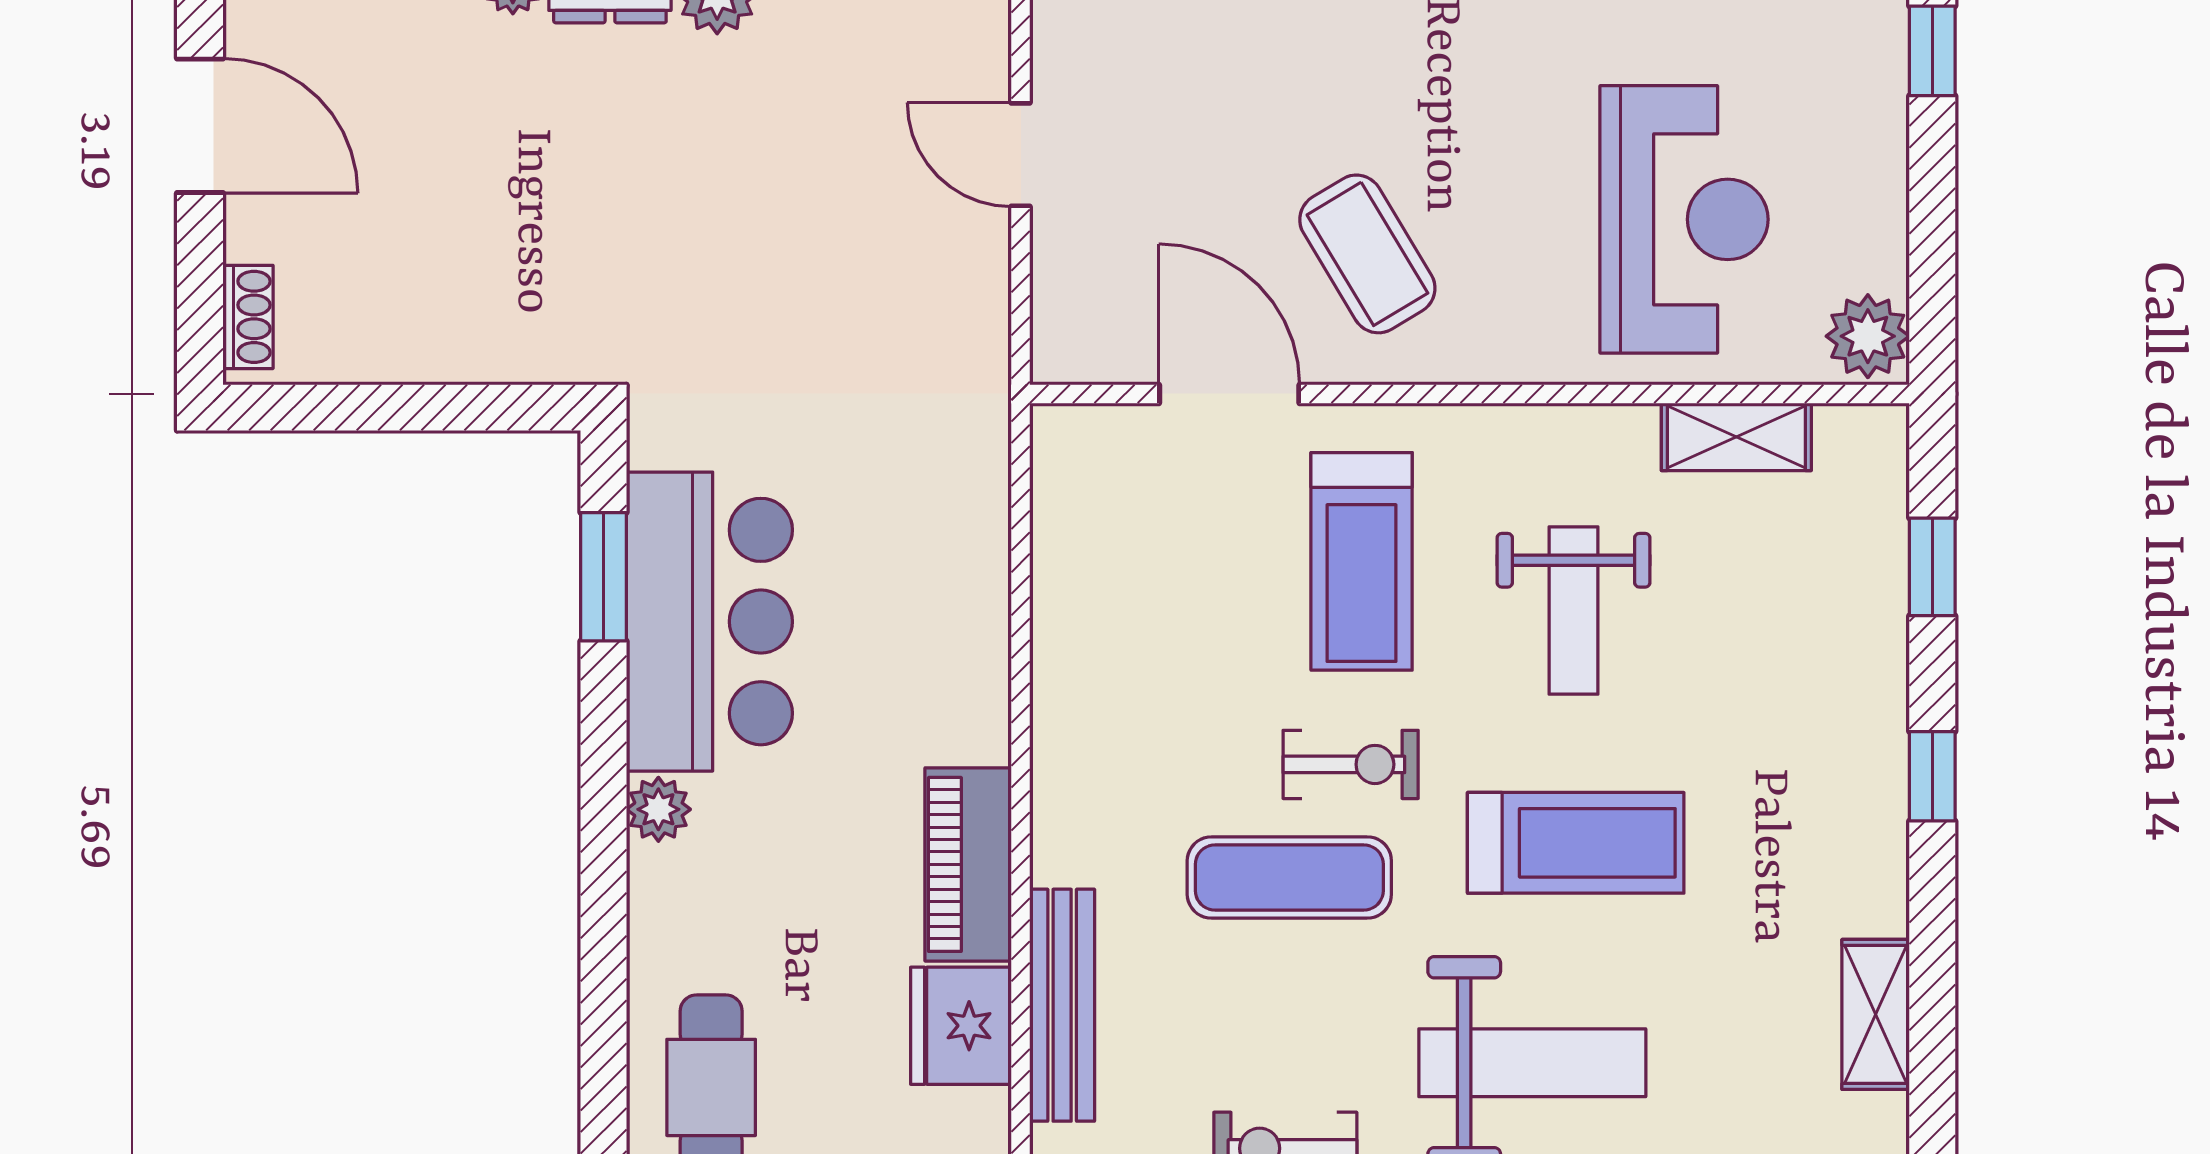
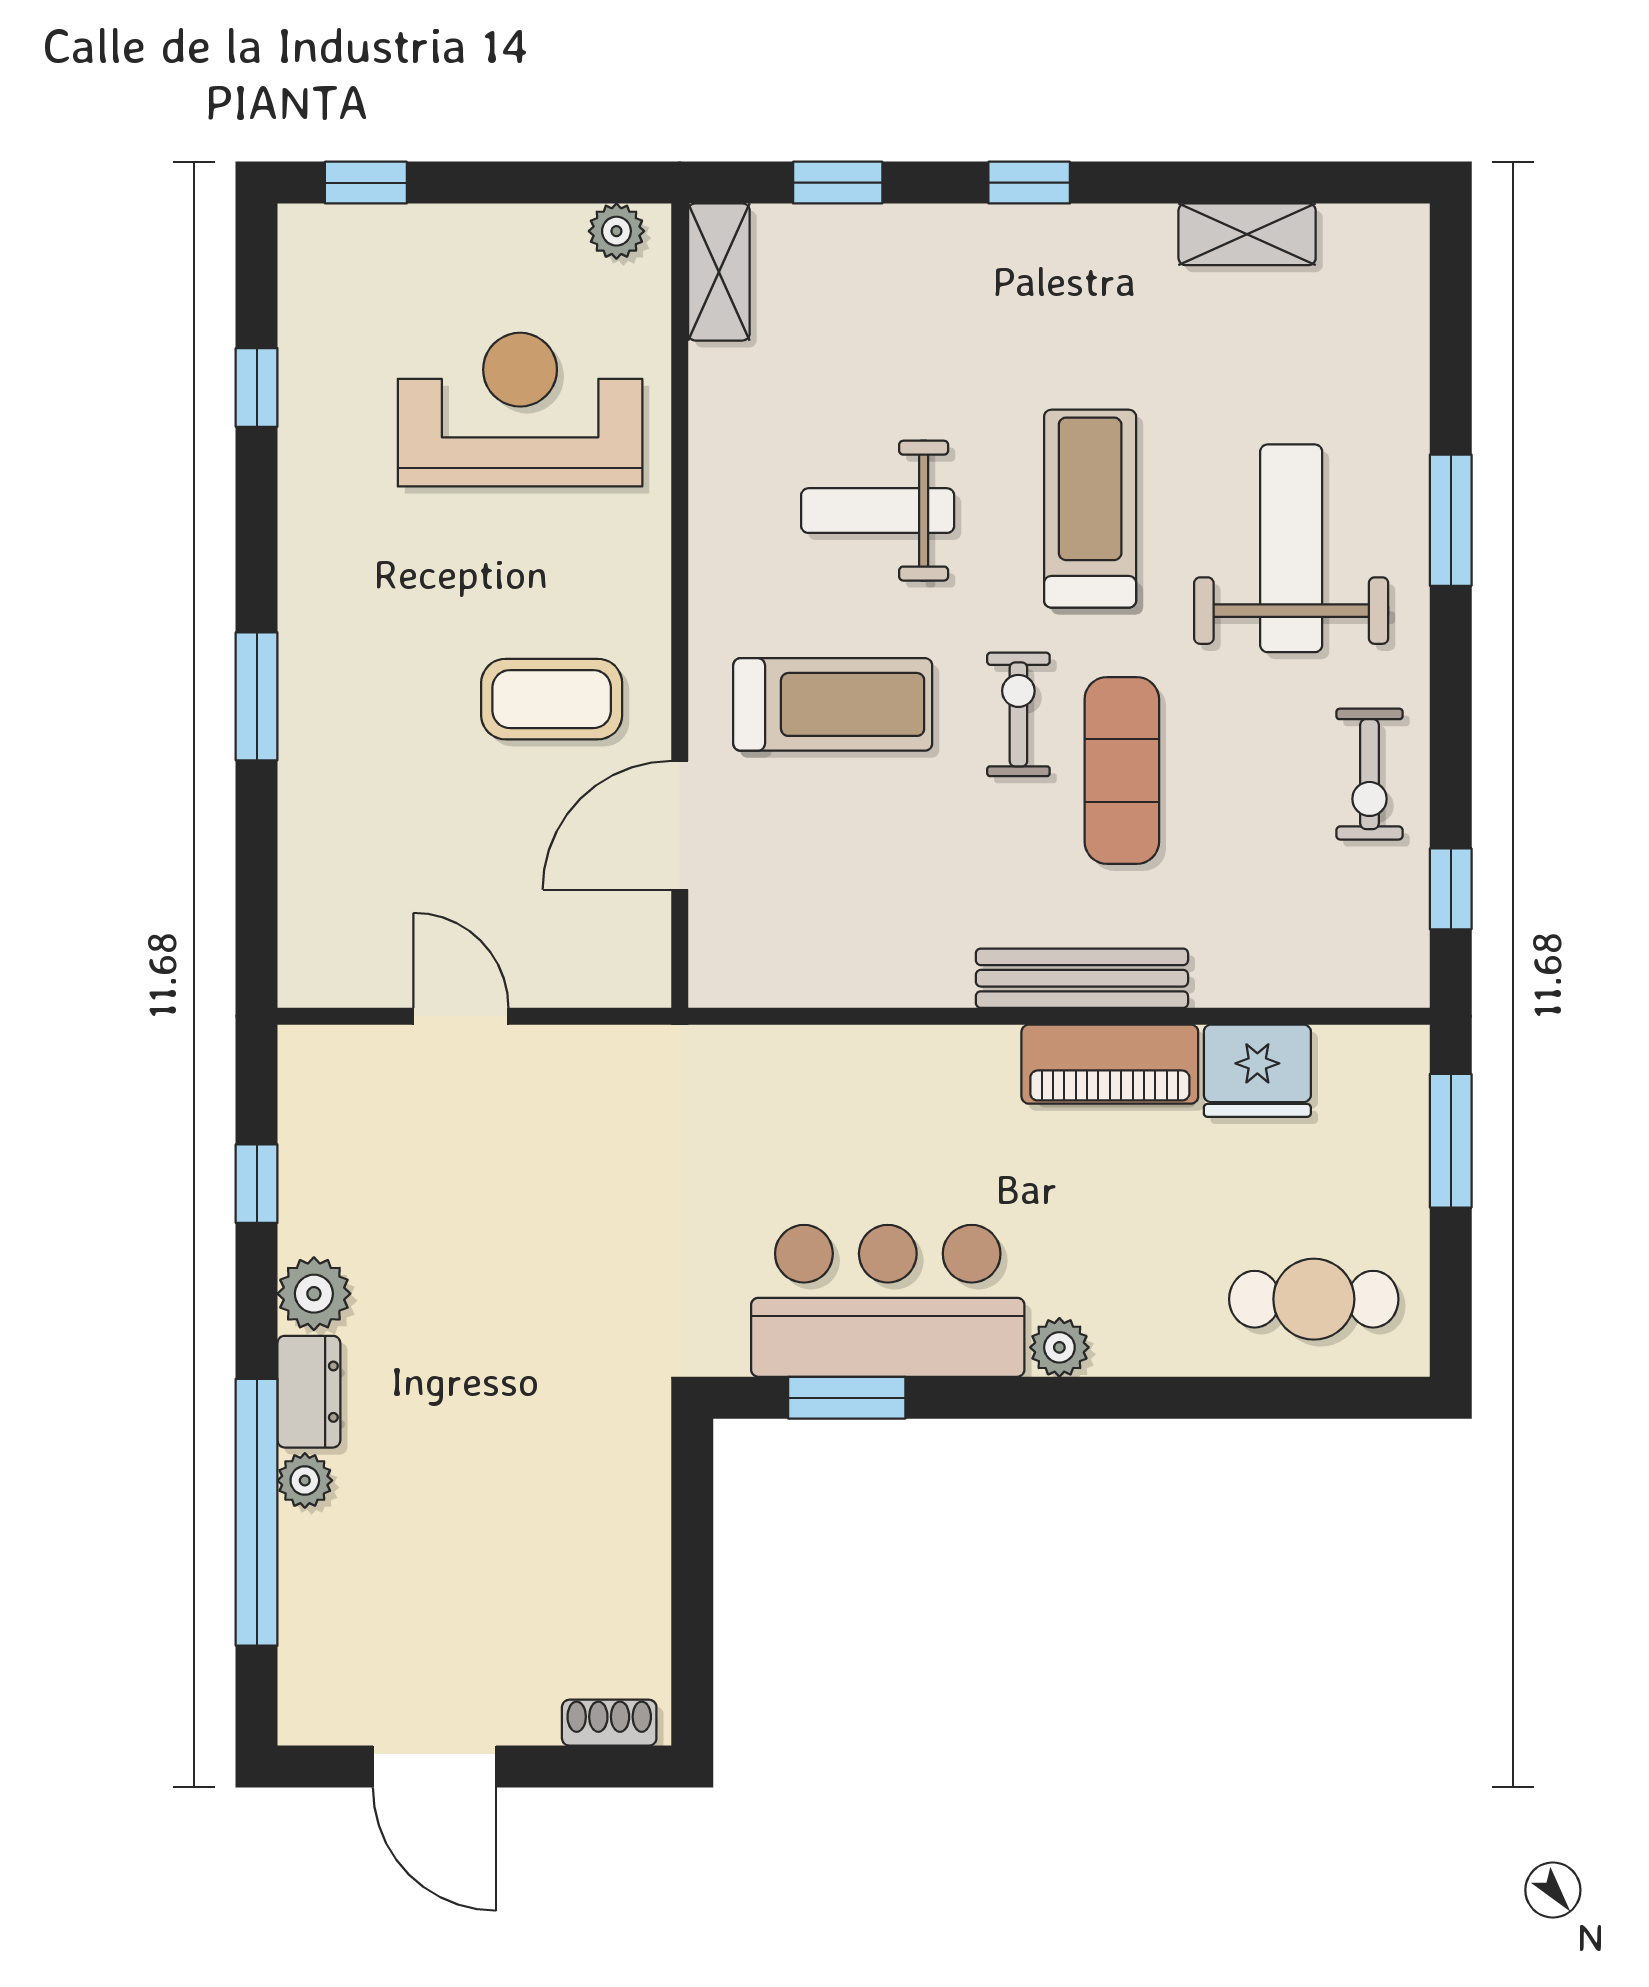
door: (200, 126) -> (434, 1766), swing flipped
door: (1021, 155) -> (461, 1016), swing flipped
coffee table: (1367, 254) -> (552, 699), turned 31
plant: (1868, 336) -> (616, 231), width x0.73, depth x0.73
shelving: (1736, 437) -> (719, 272), moved
weight bench: (1574, 610) -> (878, 511), turned 180
bench: (1062, 1005) -> (1082, 978), moved

